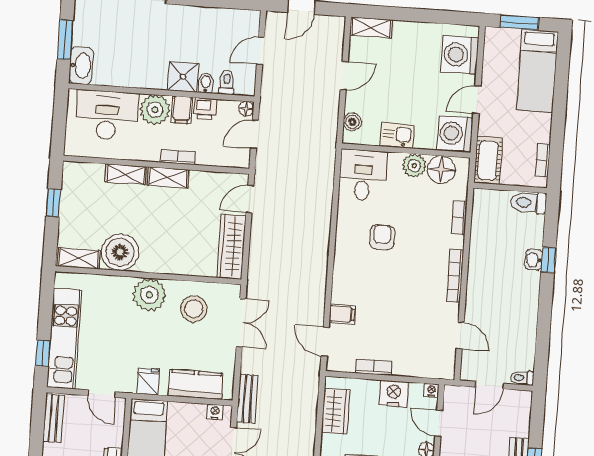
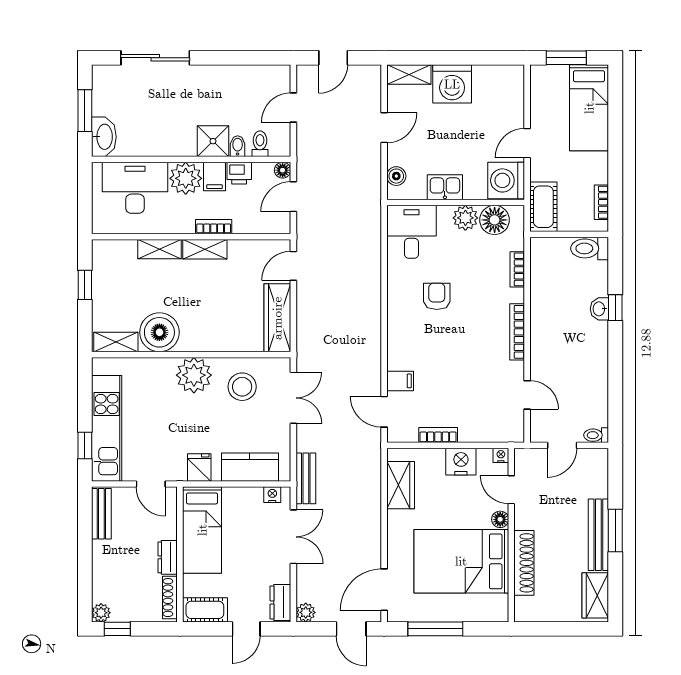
washing machine: (460, 55) -> (452, 84), moved, turned -90

